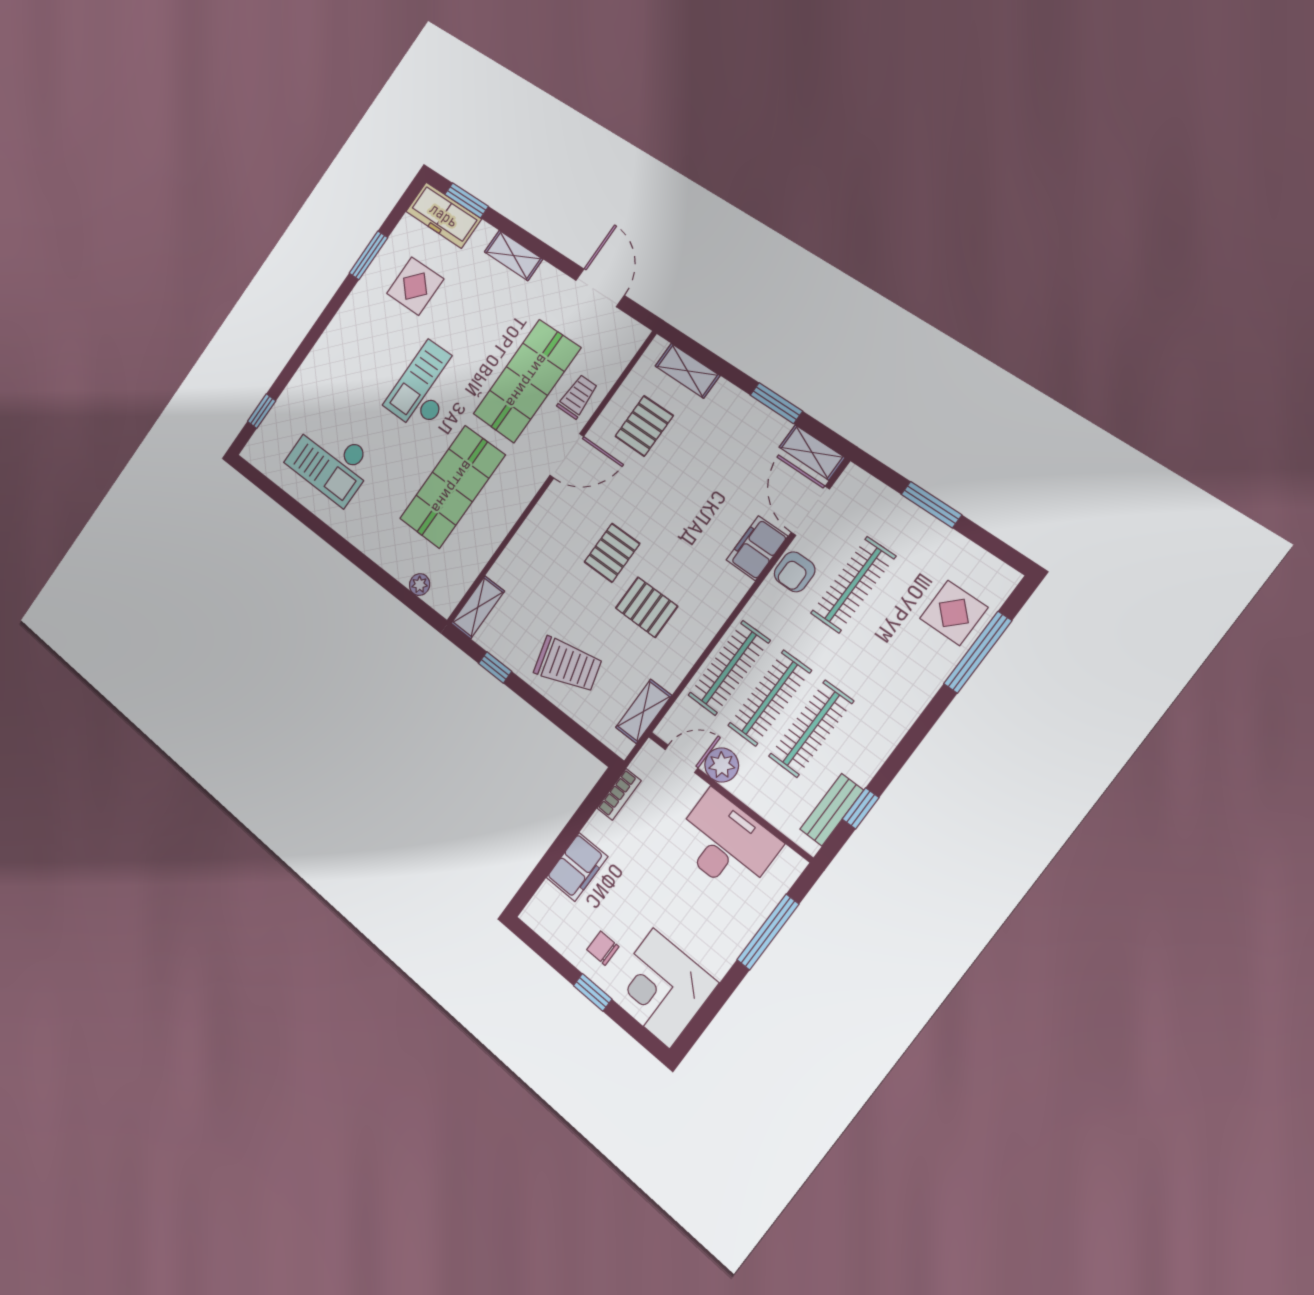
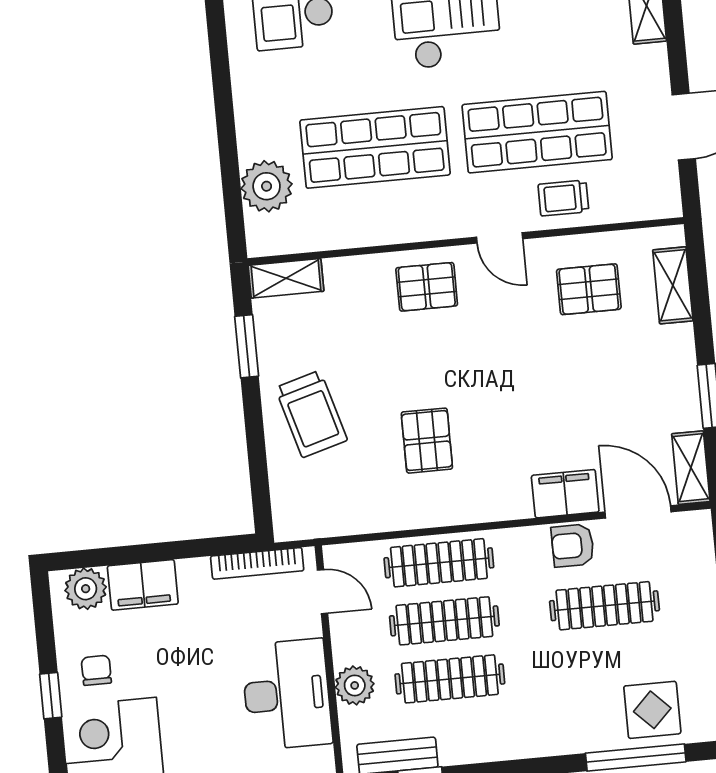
trolley: (577, 397) -> (563, 198), turned 180
door: (567, 456) -> (500, 238), width x0.73
door: (810, 511) -> (638, 512), hinge flipped
pallet: (612, 553) -> (427, 287), moved
plant: (420, 585) -> (267, 186), width x1.87, depth x1.87
window: (495, 667) -> (247, 346), width x1.50
shelving: (644, 711) -> (333, 521), removed
plant: (722, 765) -> (355, 685), moved
bookcase: (619, 794) -> (257, 563), width x1.56
plant: (548, 905) -> (86, 589), added

